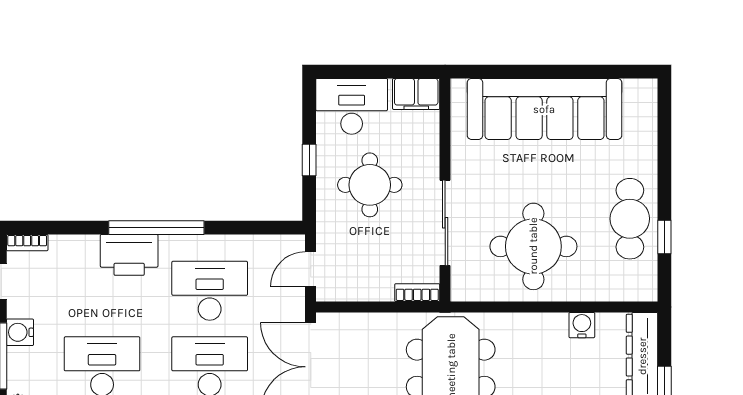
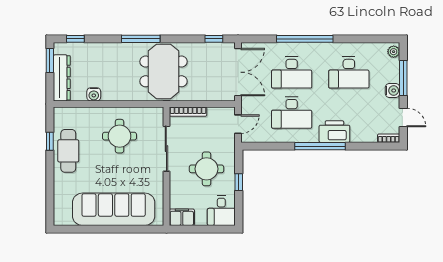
desk: (352, 106) -> (221, 211), width x0.73
round table: (533, 246) -> (120, 136), width x0.73, depth x0.73
bookcase: (417, 293) -> (188, 112), width x1.56

